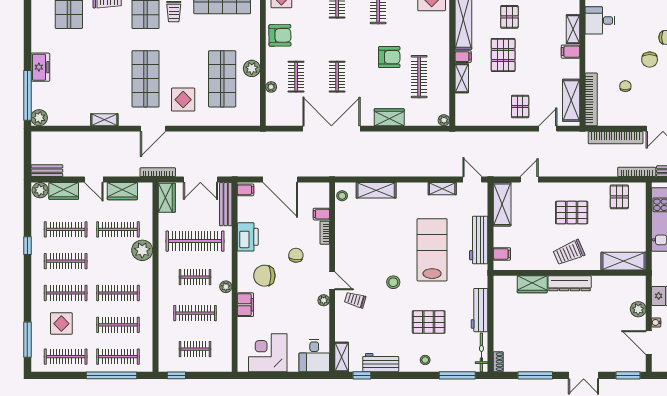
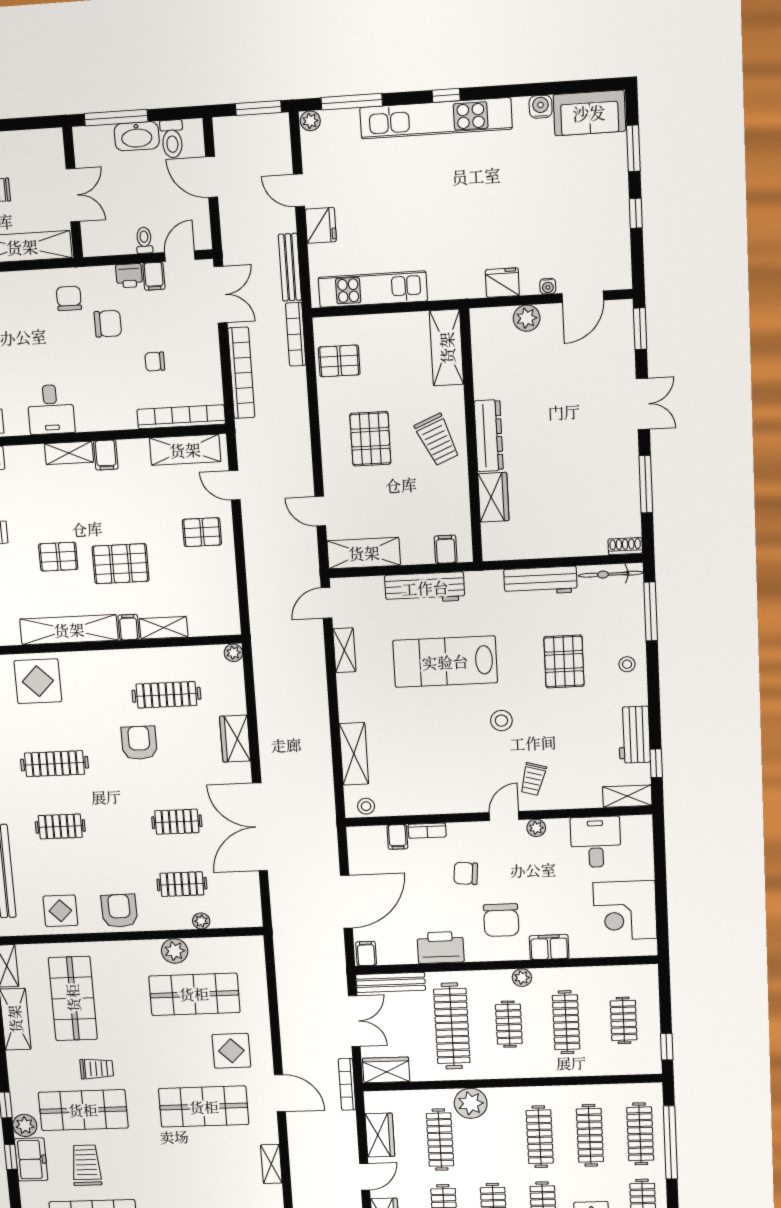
desk: (314, 356) -> (596, 842), moved, turned -90

